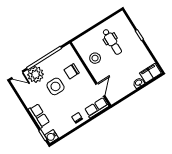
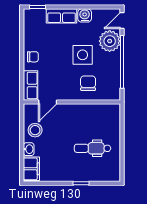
stool: (95, 58) -> (35, 130), moved
door: (100, 90) -> (48, 102), hinge flipped
water cooler: (51, 136) -> (85, 15), moved

